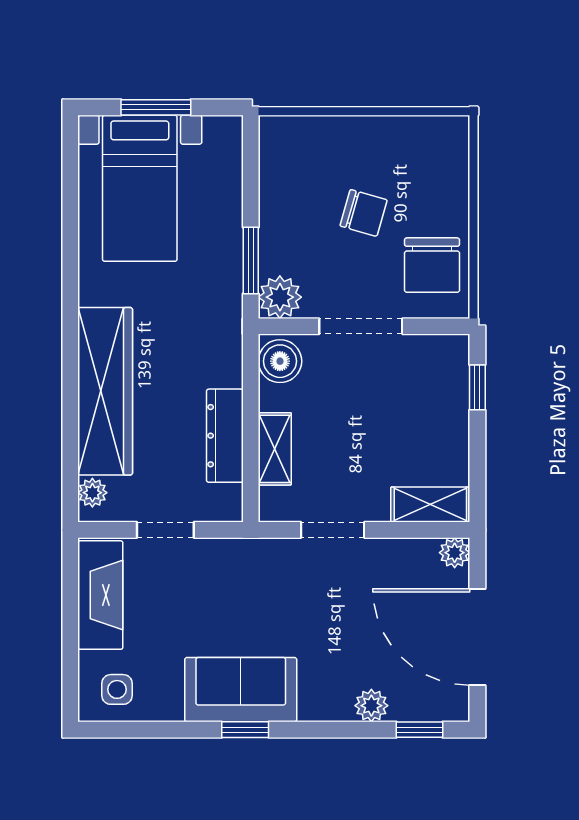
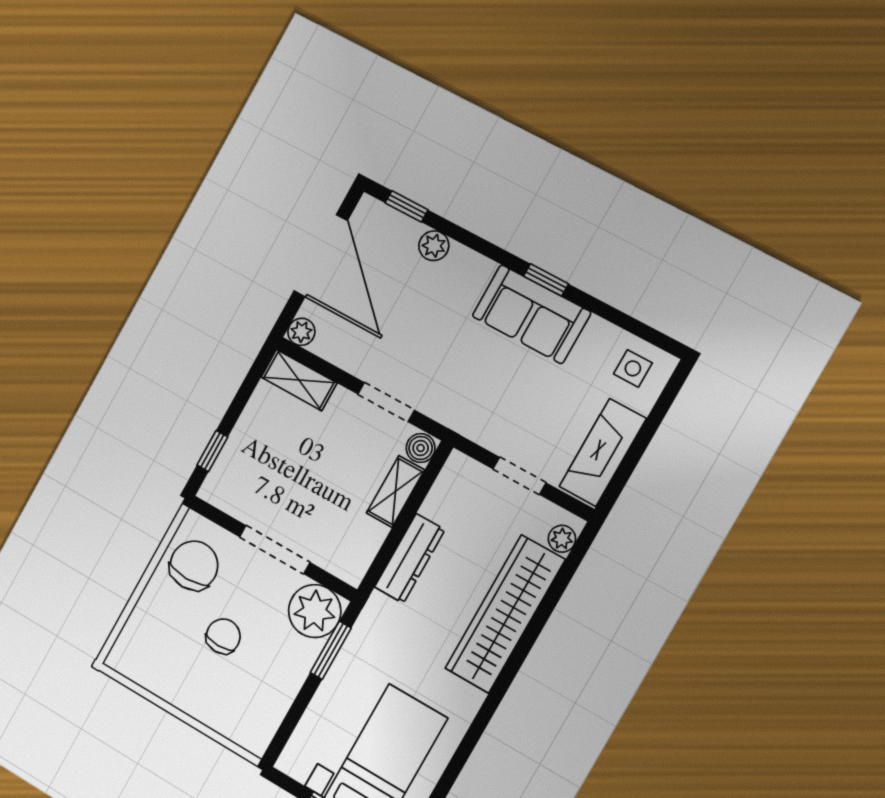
chair: (364, 213) -> (223, 636), turned 74
plant: (280, 297) -> (315, 611), width x1.36, depth x1.36
boiler: (280, 361) -> (421, 448), moved, width x0.73, depth x0.73
dresser: (225, 436) -> (410, 558), moved

